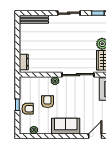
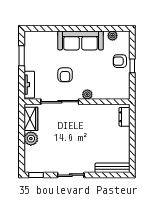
armchair: (47, 102) -> (65, 75), moved
sofa: (66, 126) -> (81, 40), width x1.36
door: (95, 136) -> (39, 28), removed

